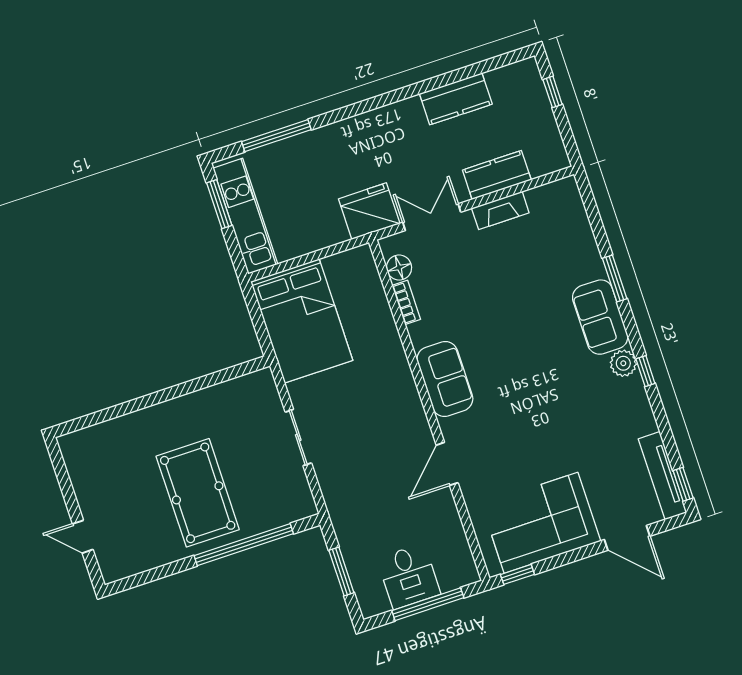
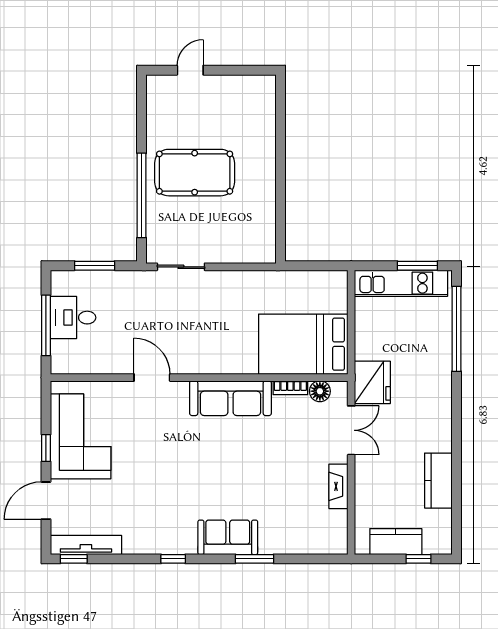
window: (276, 136) -> (456, 329), width x1.46
kitchen counter: (497, 175) -> (396, 542), moved, turned -90
bed: (302, 321) -> (303, 344), moved
plant: (623, 363) -> (185, 543), removed
sofa: (445, 379) -> (230, 398), width x1.36
sliding door: (298, 437) -> (181, 267), moved
window: (517, 574) -> (46, 448), moved

